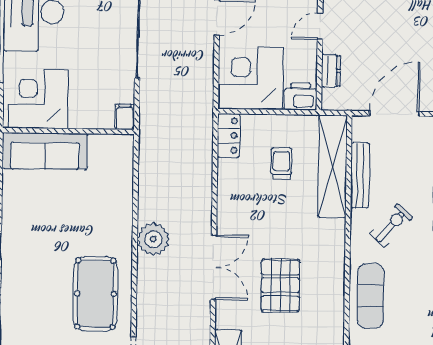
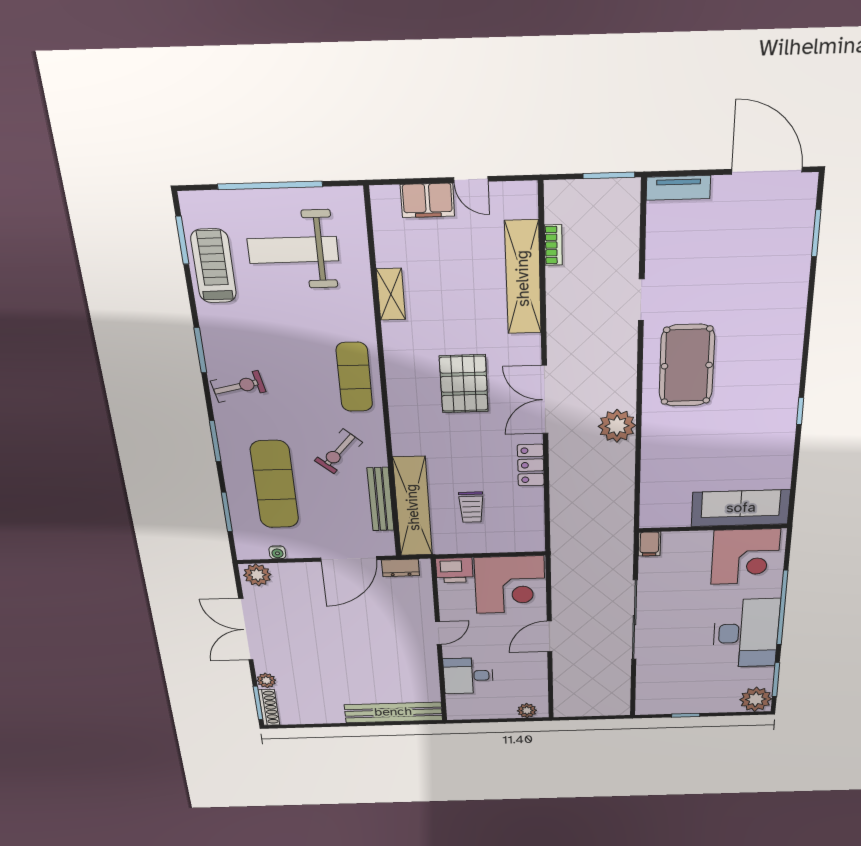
dresser: (331, 71) -> (400, 568), moved, turned -90
locker: (229, 135) -> (531, 465), moved

